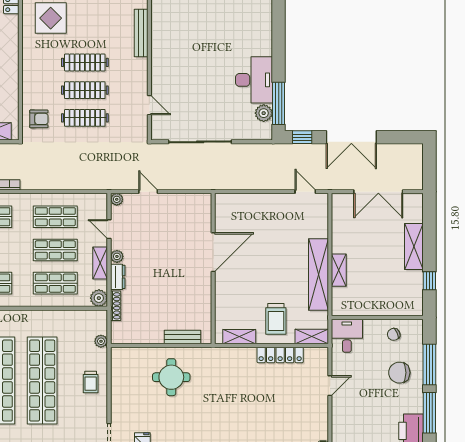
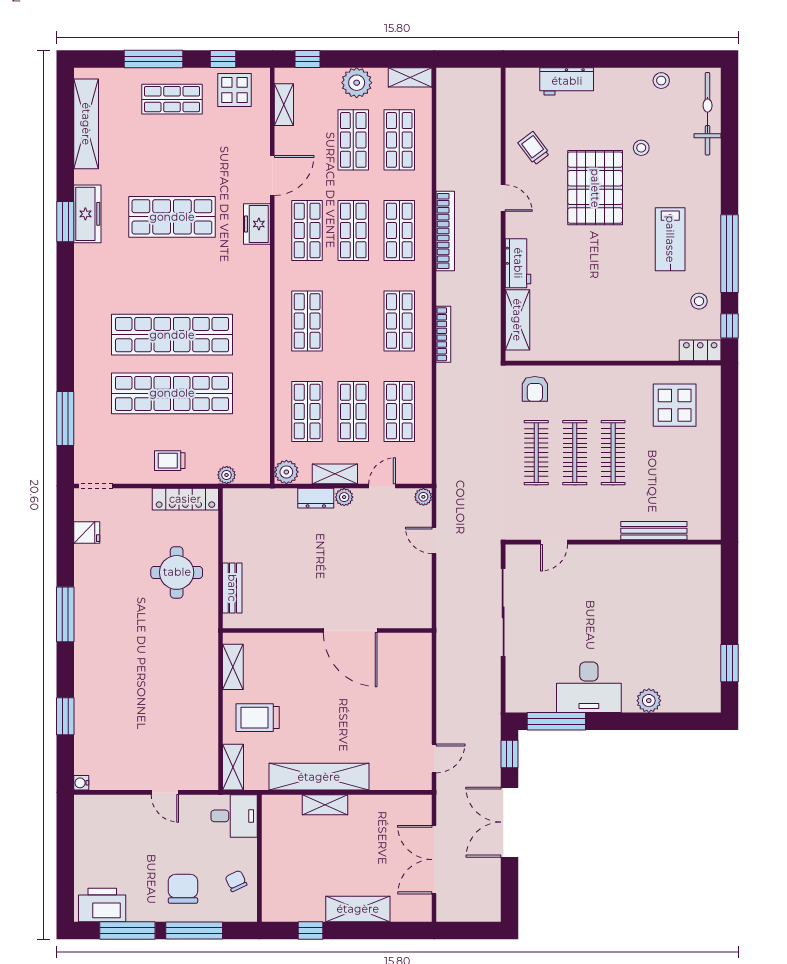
plant: (264, 113) -> (649, 701), moved
door: (148, 192) -> (434, 540), swing flipped
shoe rack: (116, 306) -> (276, 495), removed
locker: (280, 355) -> (185, 499), moved, turned -90

